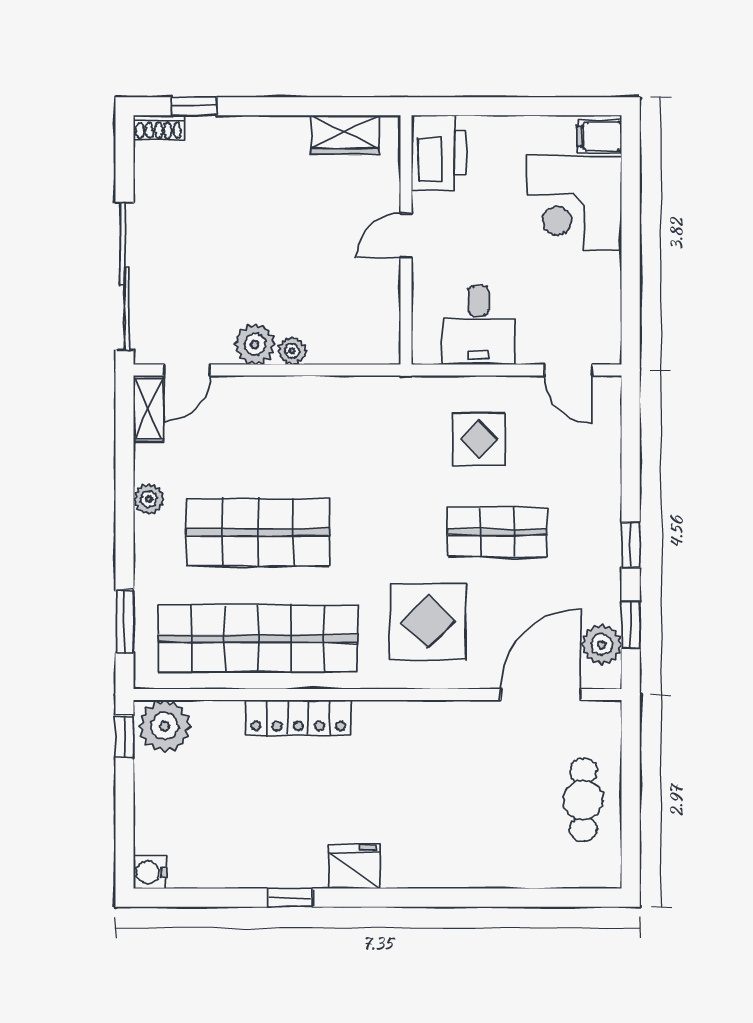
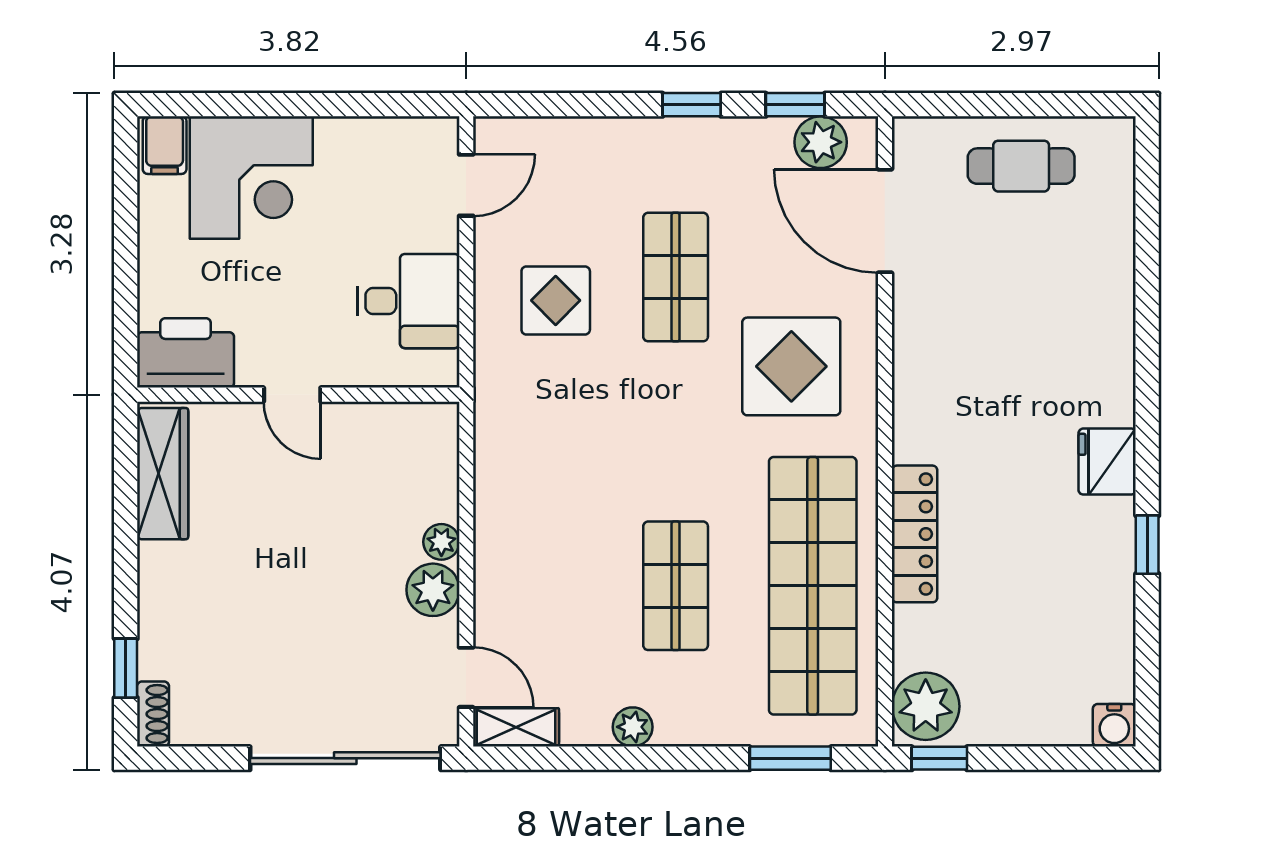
wardrobe: (345, 135) -> (163, 474), width x1.50
shop shelf: (258, 532) -> (676, 586), width x0.70, depth x0.74

